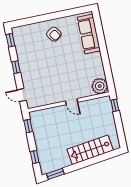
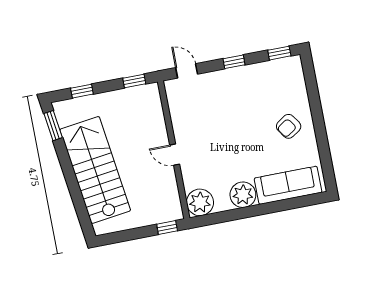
plant: (95, 61) -> (243, 195), added
door: (22, 95) -> (187, 71), hinge flipped
door: (72, 102) -> (175, 155), hinge flipped
stairs: (90, 150) -> (95, 170), width x1.36, depth x1.51

